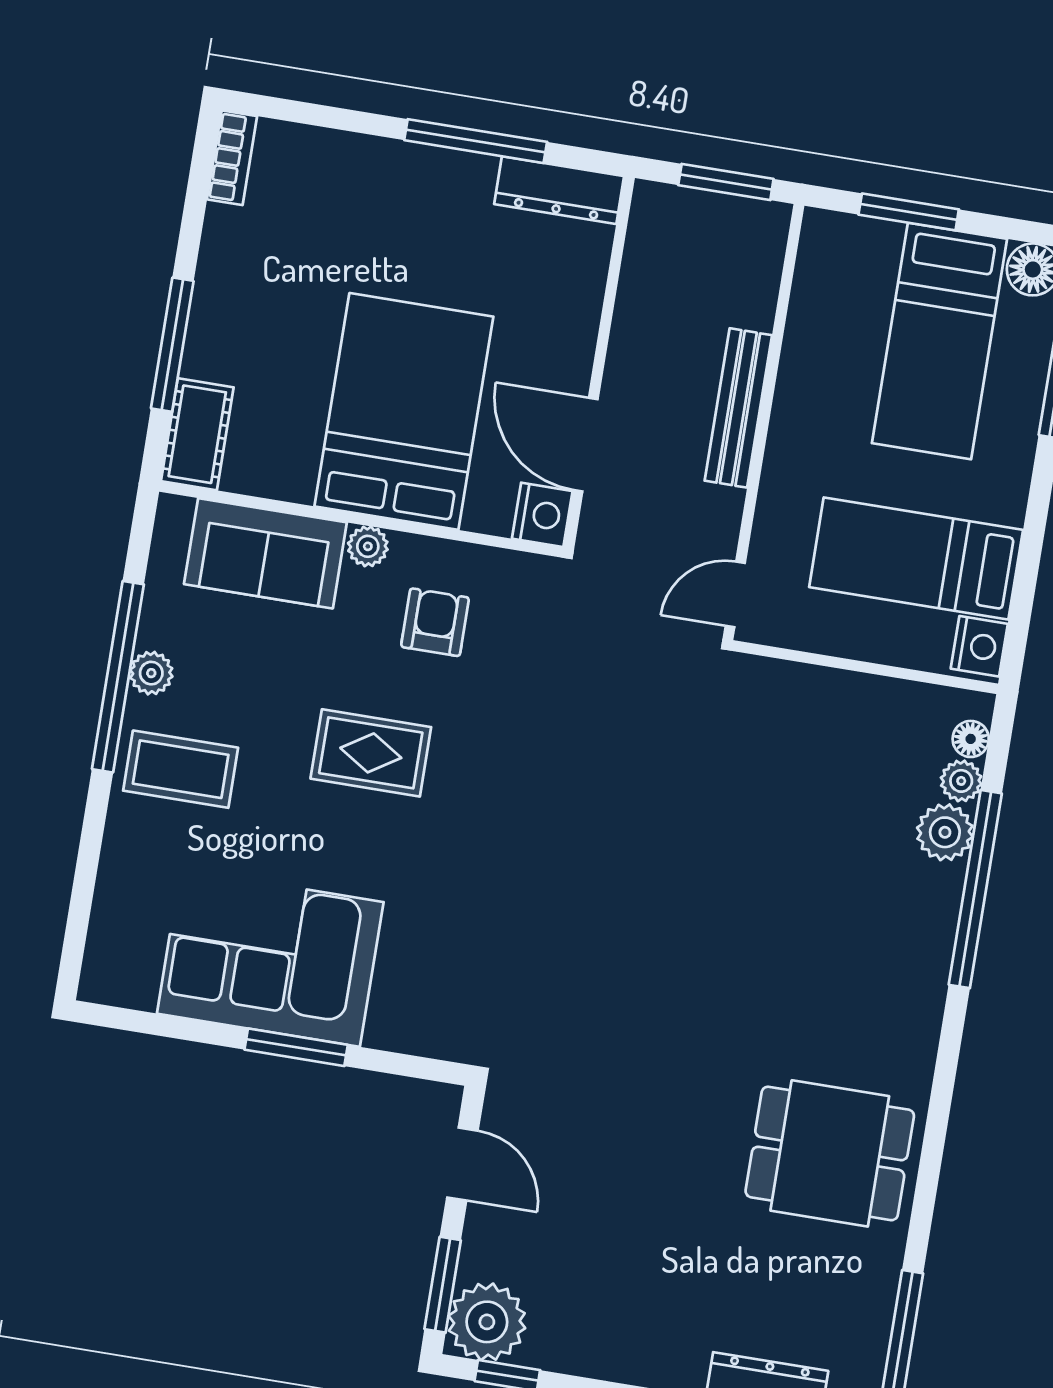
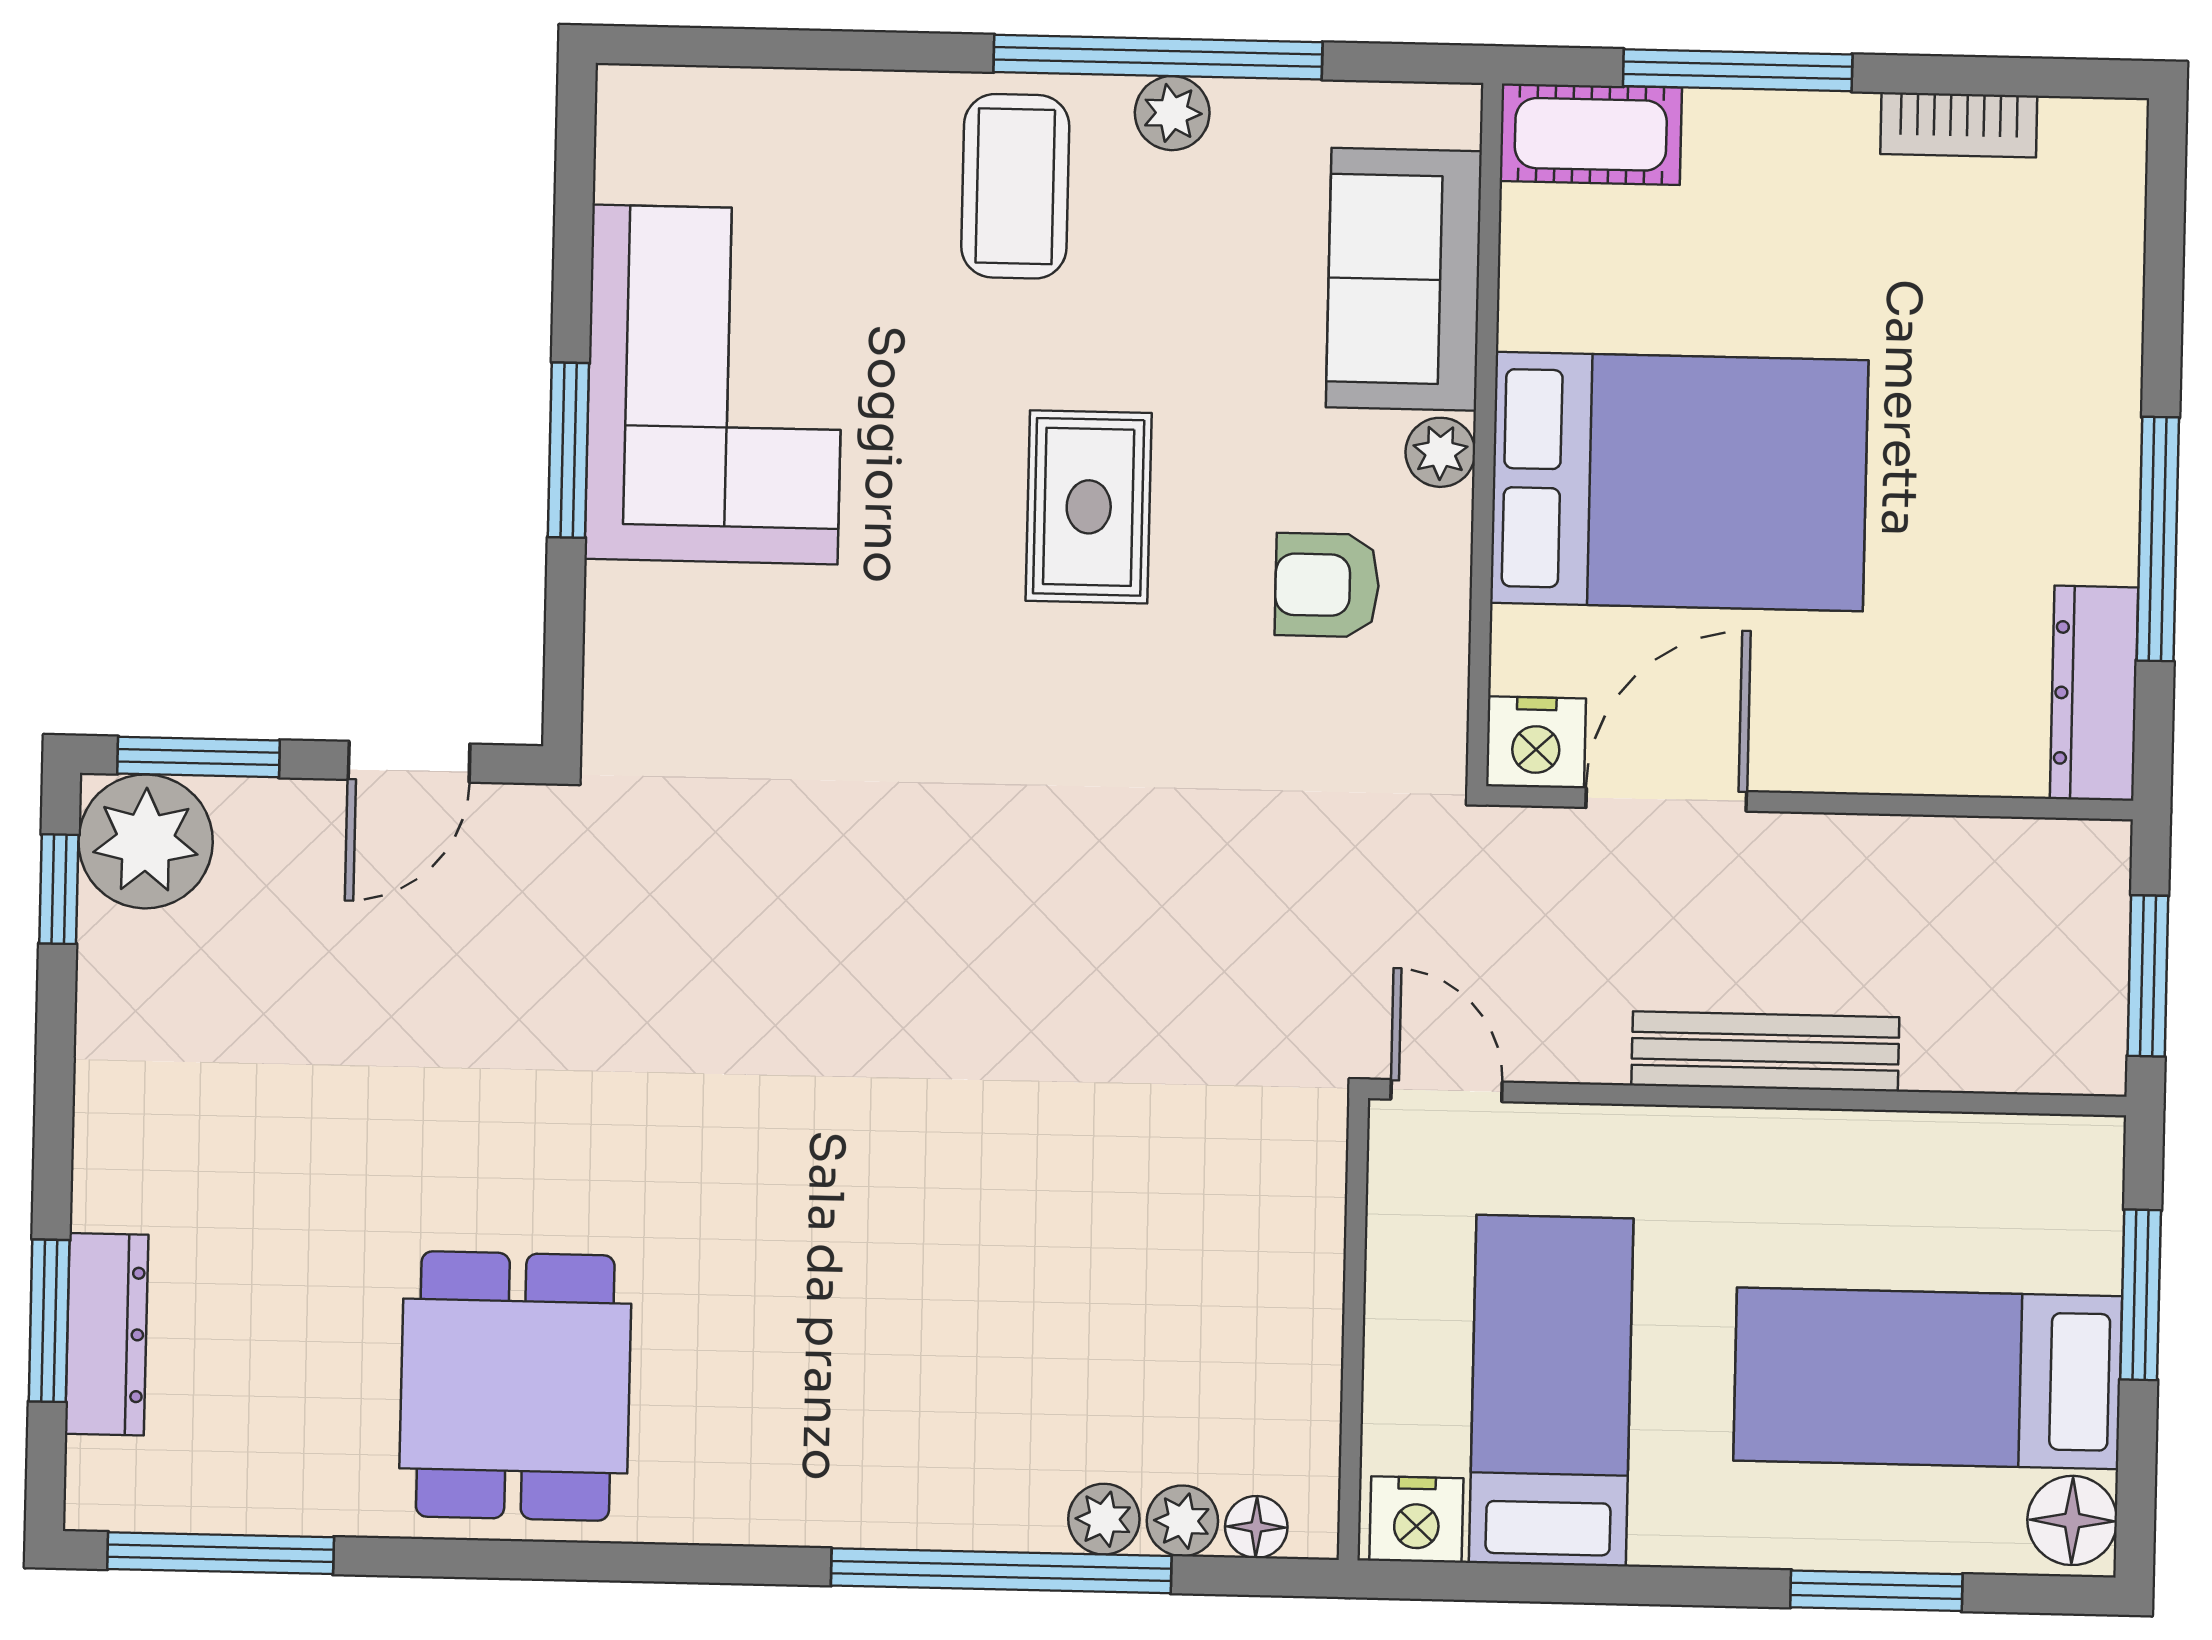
bookcase: (232, 158) -> (1959, 125), moved
armchair: (435, 622) -> (1327, 585), turned 180
plant: (945, 832) -> (1104, 1519), width x0.73, depth x0.73

